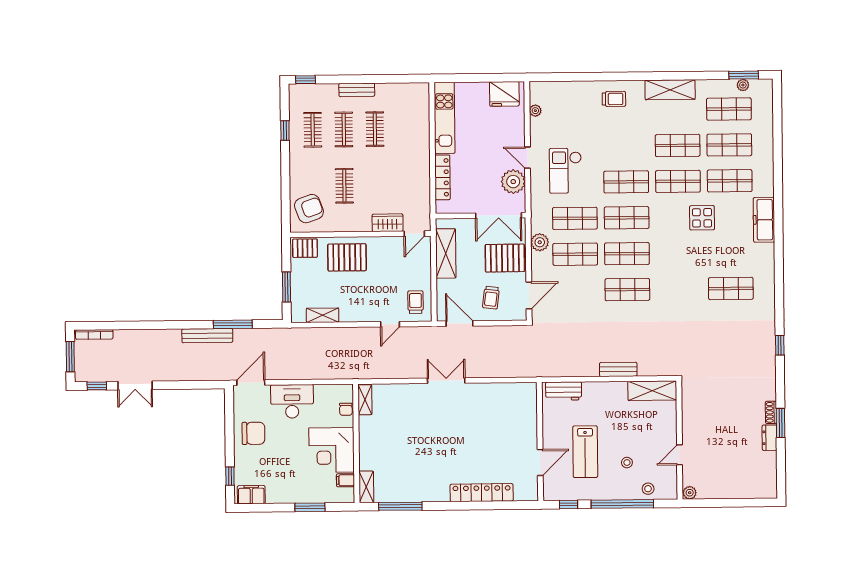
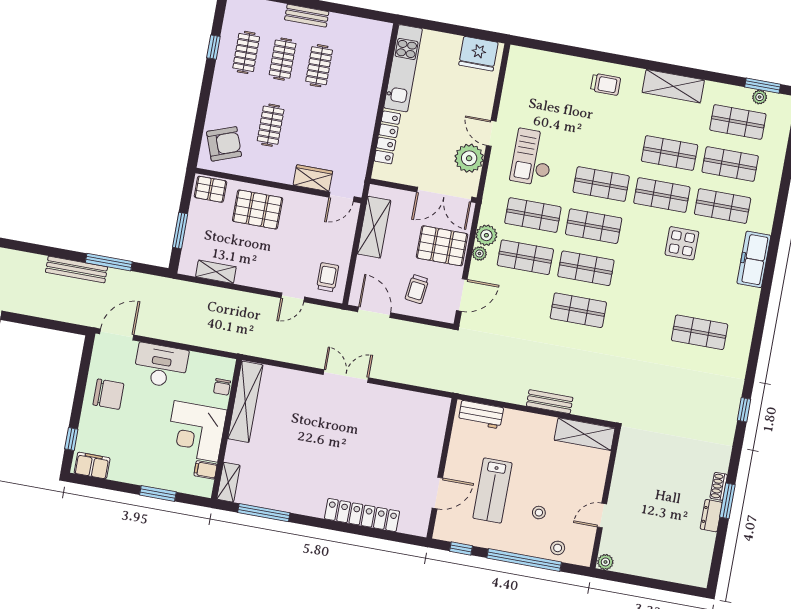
plant: (535, 111) -> (479, 253), moved
shelving: (365, 400) -> (245, 402), width x2.20, depth x1.33

